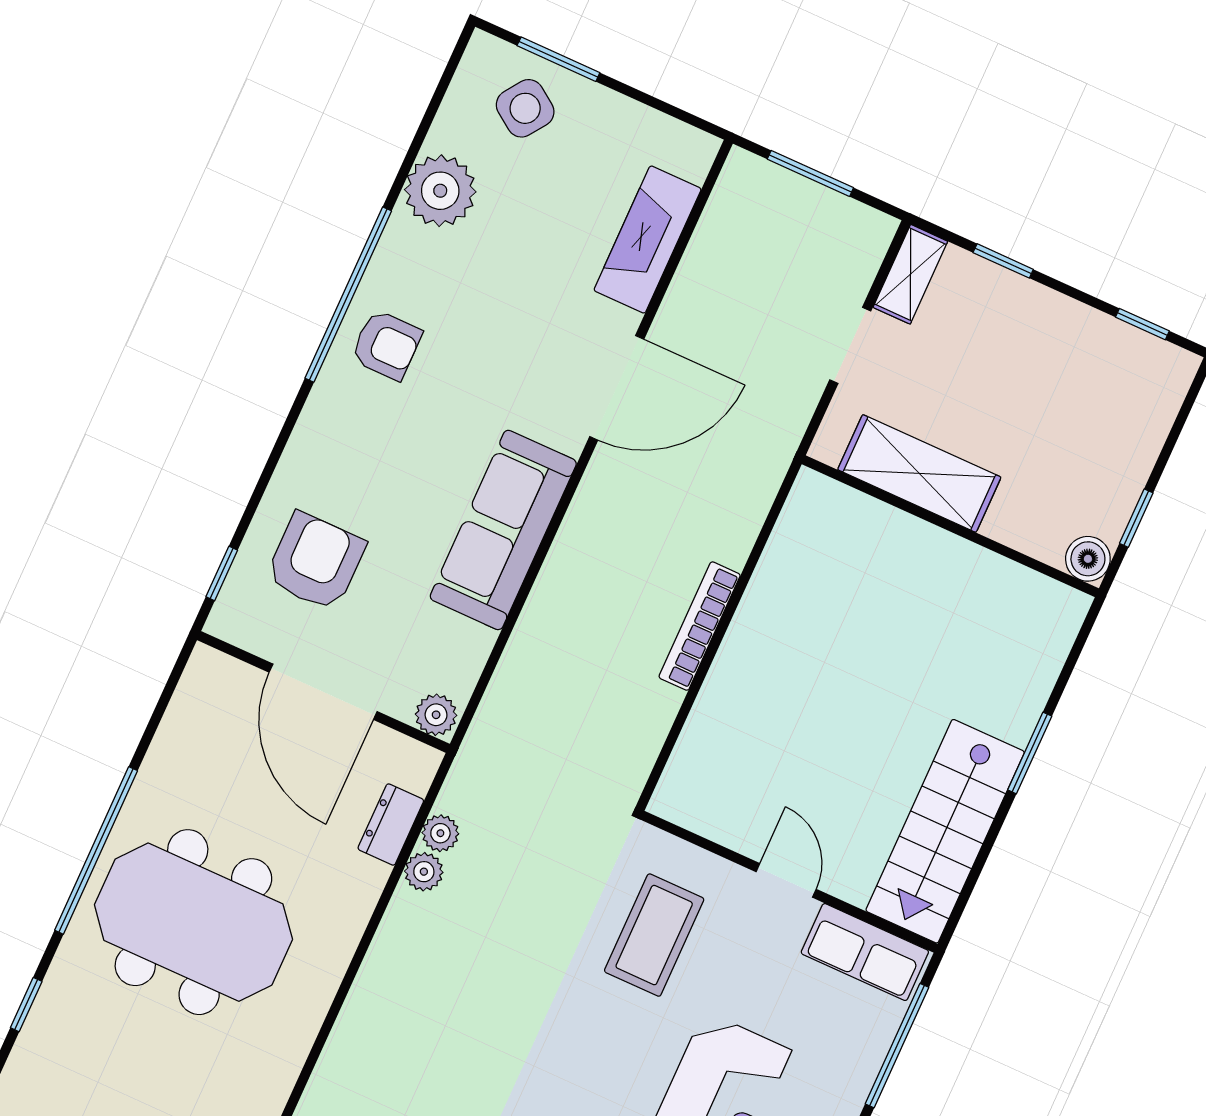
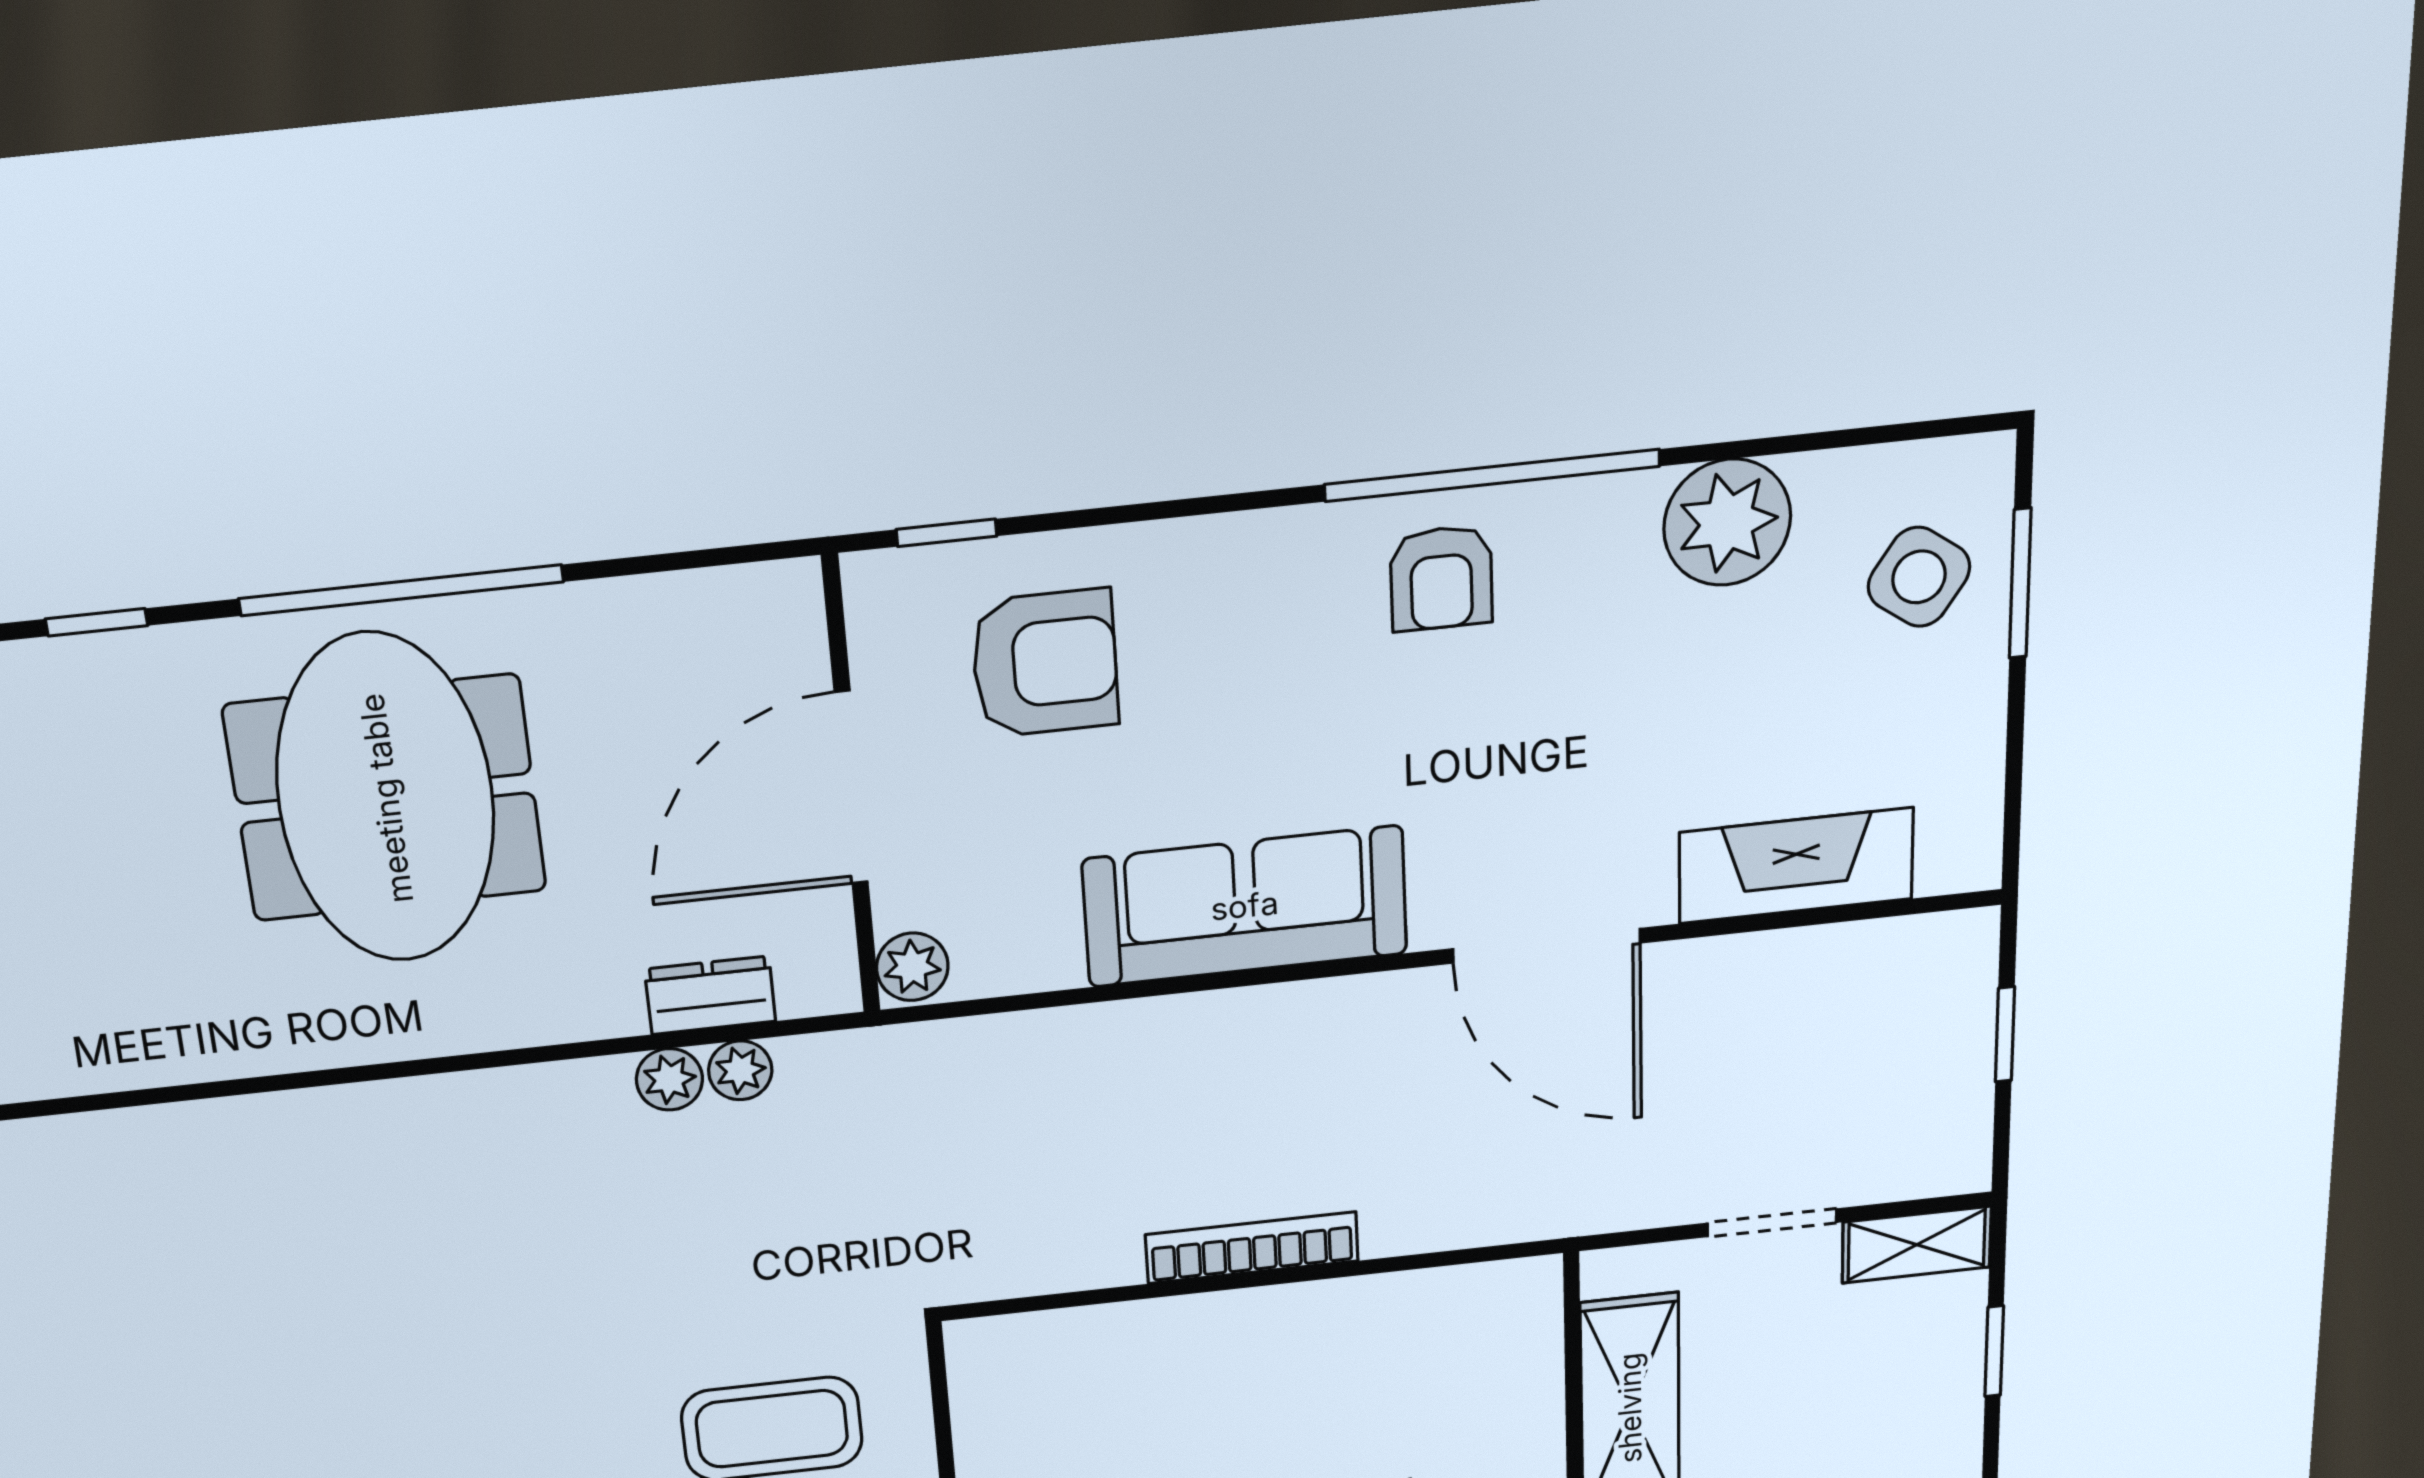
window: (810, 173) -> (2005, 1034), width x0.67

